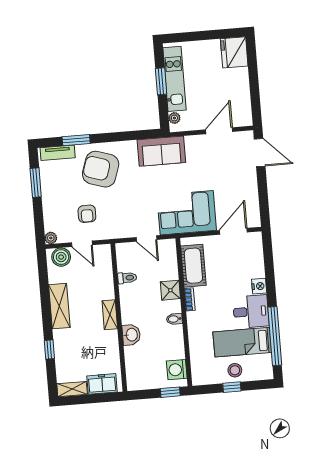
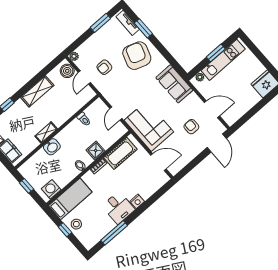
armchair: (222, 167) -> (191, 127), added
shelving: (110, 315) -> (46, 132), moved
window: (275, 336) -> (114, 233), width x0.68
bed: (242, 342) -> (70, 199), moved, turned 90
window: (170, 392) -> (27, 186), moved

